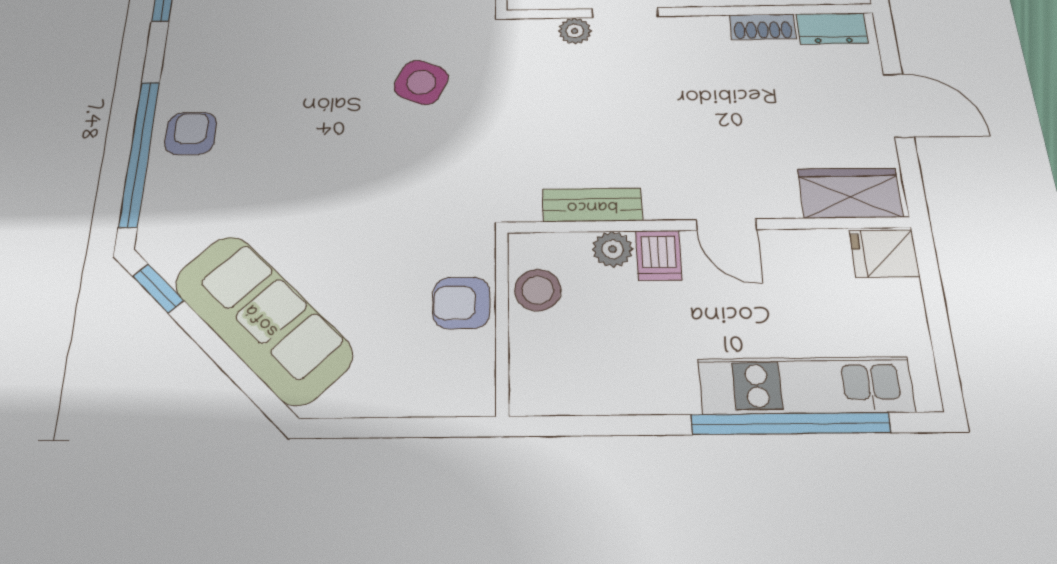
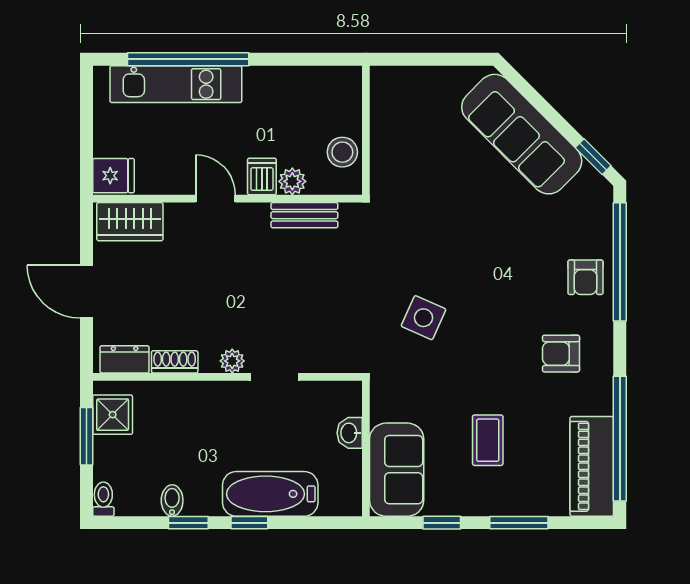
plant: (575, 31) -> (232, 361), moved
armchair: (461, 303) -> (561, 354), moved, turned 180

